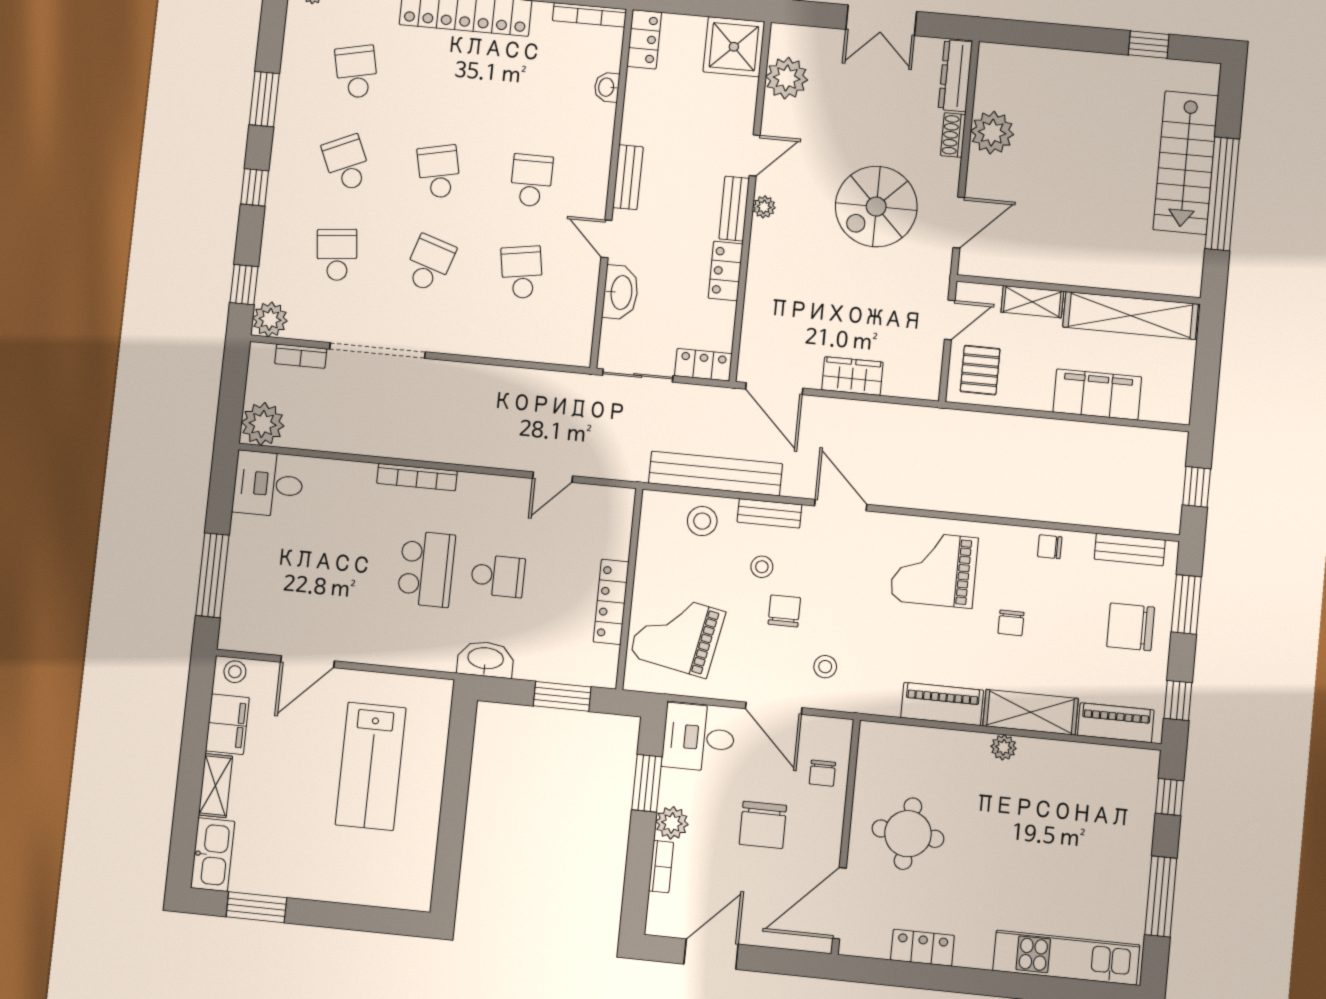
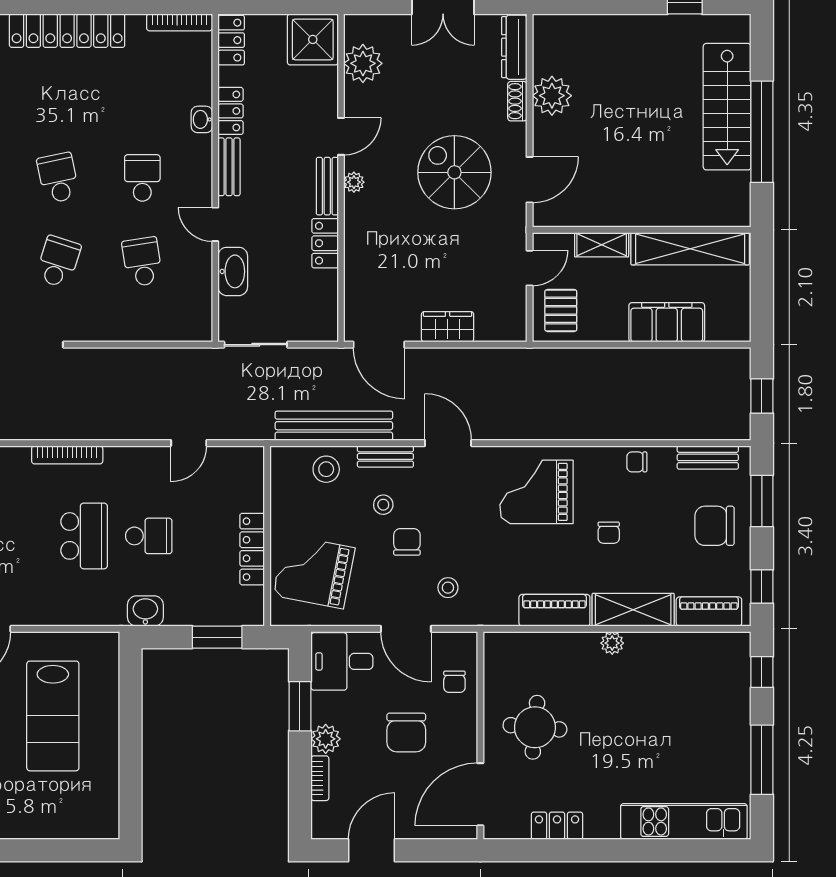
washbasin: (607, 87) -> (202, 119), moved
spiral stairs: (876, 207) -> (454, 172), turned 90
locker: (703, 365) -> (231, 111), moved, turned 90
washbasin: (486, 659) -> (145, 611), width x0.72

